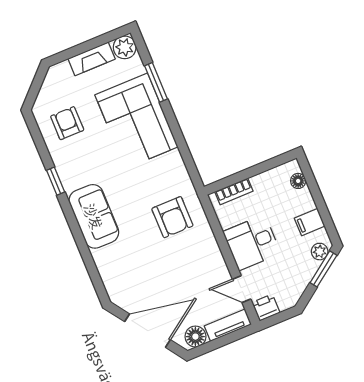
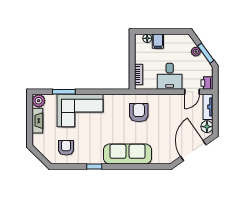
armchair: (67, 123) -> (66, 148), turned 90
sofa: (94, 216) -> (128, 154), width x1.36
armchair: (172, 217) -> (139, 113), turned -90
filing cabinet: (310, 222) -> (158, 41), moved
plant: (320, 252) -> (196, 52), moved
window: (323, 269) -> (206, 53), moved

